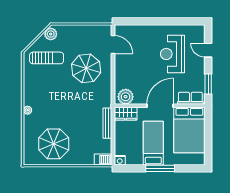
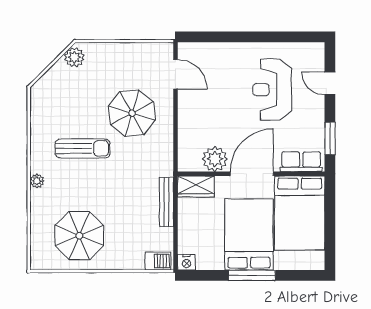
sun lounger: (47, 58) -> (83, 148), moved
plant: (126, 97) -> (215, 159), moved
bed: (153, 143) -> (249, 234), width x1.50

